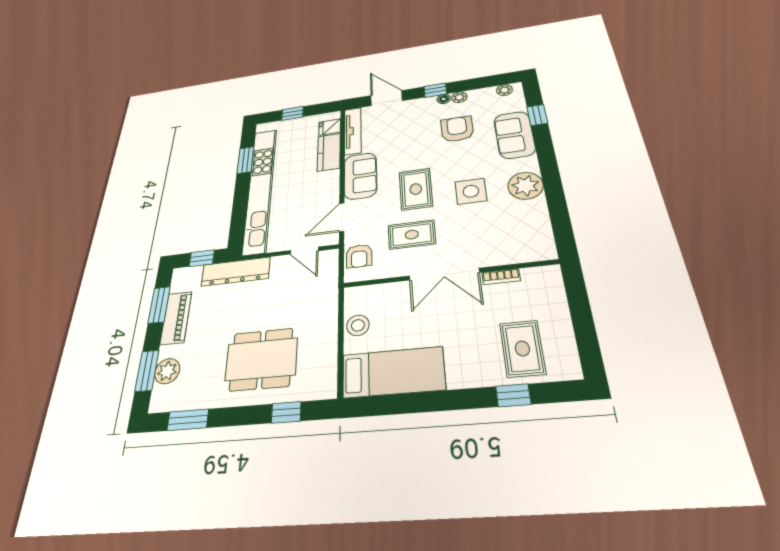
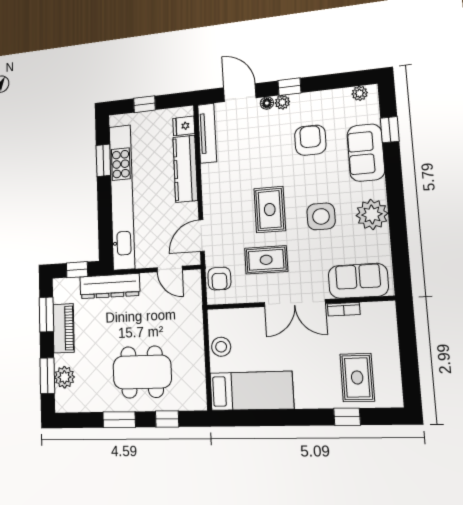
plant: (459, 97) -> (282, 102), moved
floor lamp: (444, 99) -> (267, 103), moved
kitchen counter: (329, 152) -> (185, 169), width x1.50
sofa: (360, 176) -> (358, 281), moved, turned -90
window: (188, 420) -> (119, 420), moved

